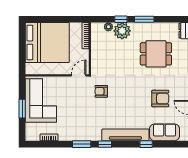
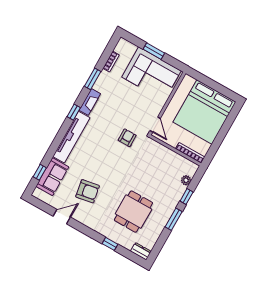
plant: (122, 31) -> (175, 191), removed
armchair: (160, 99) -> (88, 191), turned -100
fireplace: (90, 136) -> (90, 102), added
window: (82, 144) -> (93, 79), moved
window: (146, 144) -> (40, 172), moved

